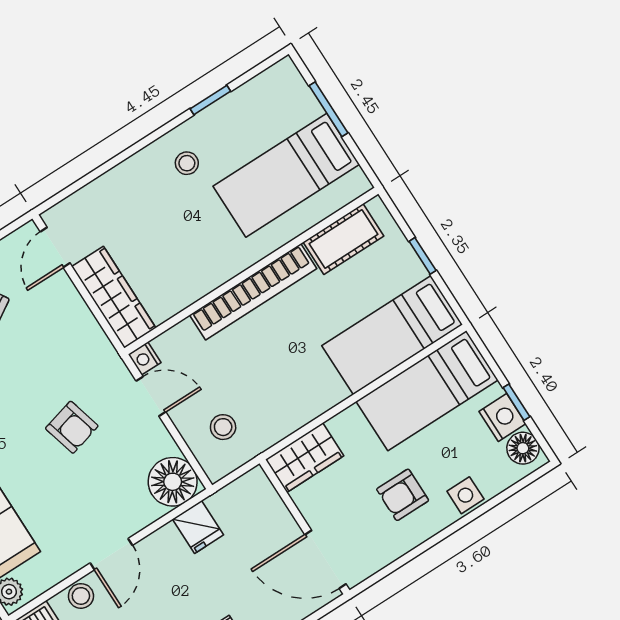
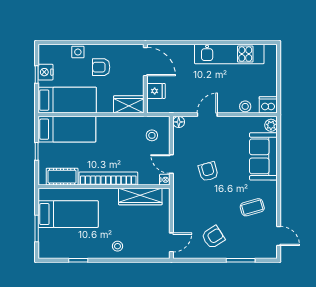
stool: (187, 163) -> (118, 246), moved
wardrobe: (114, 297) -> (140, 197), moved, turned -90
floor lamp: (523, 448) -> (45, 56), removed
floor lamp: (173, 482) -> (179, 122), width x0.53, depth x0.53
armchair: (403, 495) -> (101, 67), turned 180
fridge: (198, 527) -> (156, 91), moved, turned 90
door: (111, 554) -> (207, 115), moved

